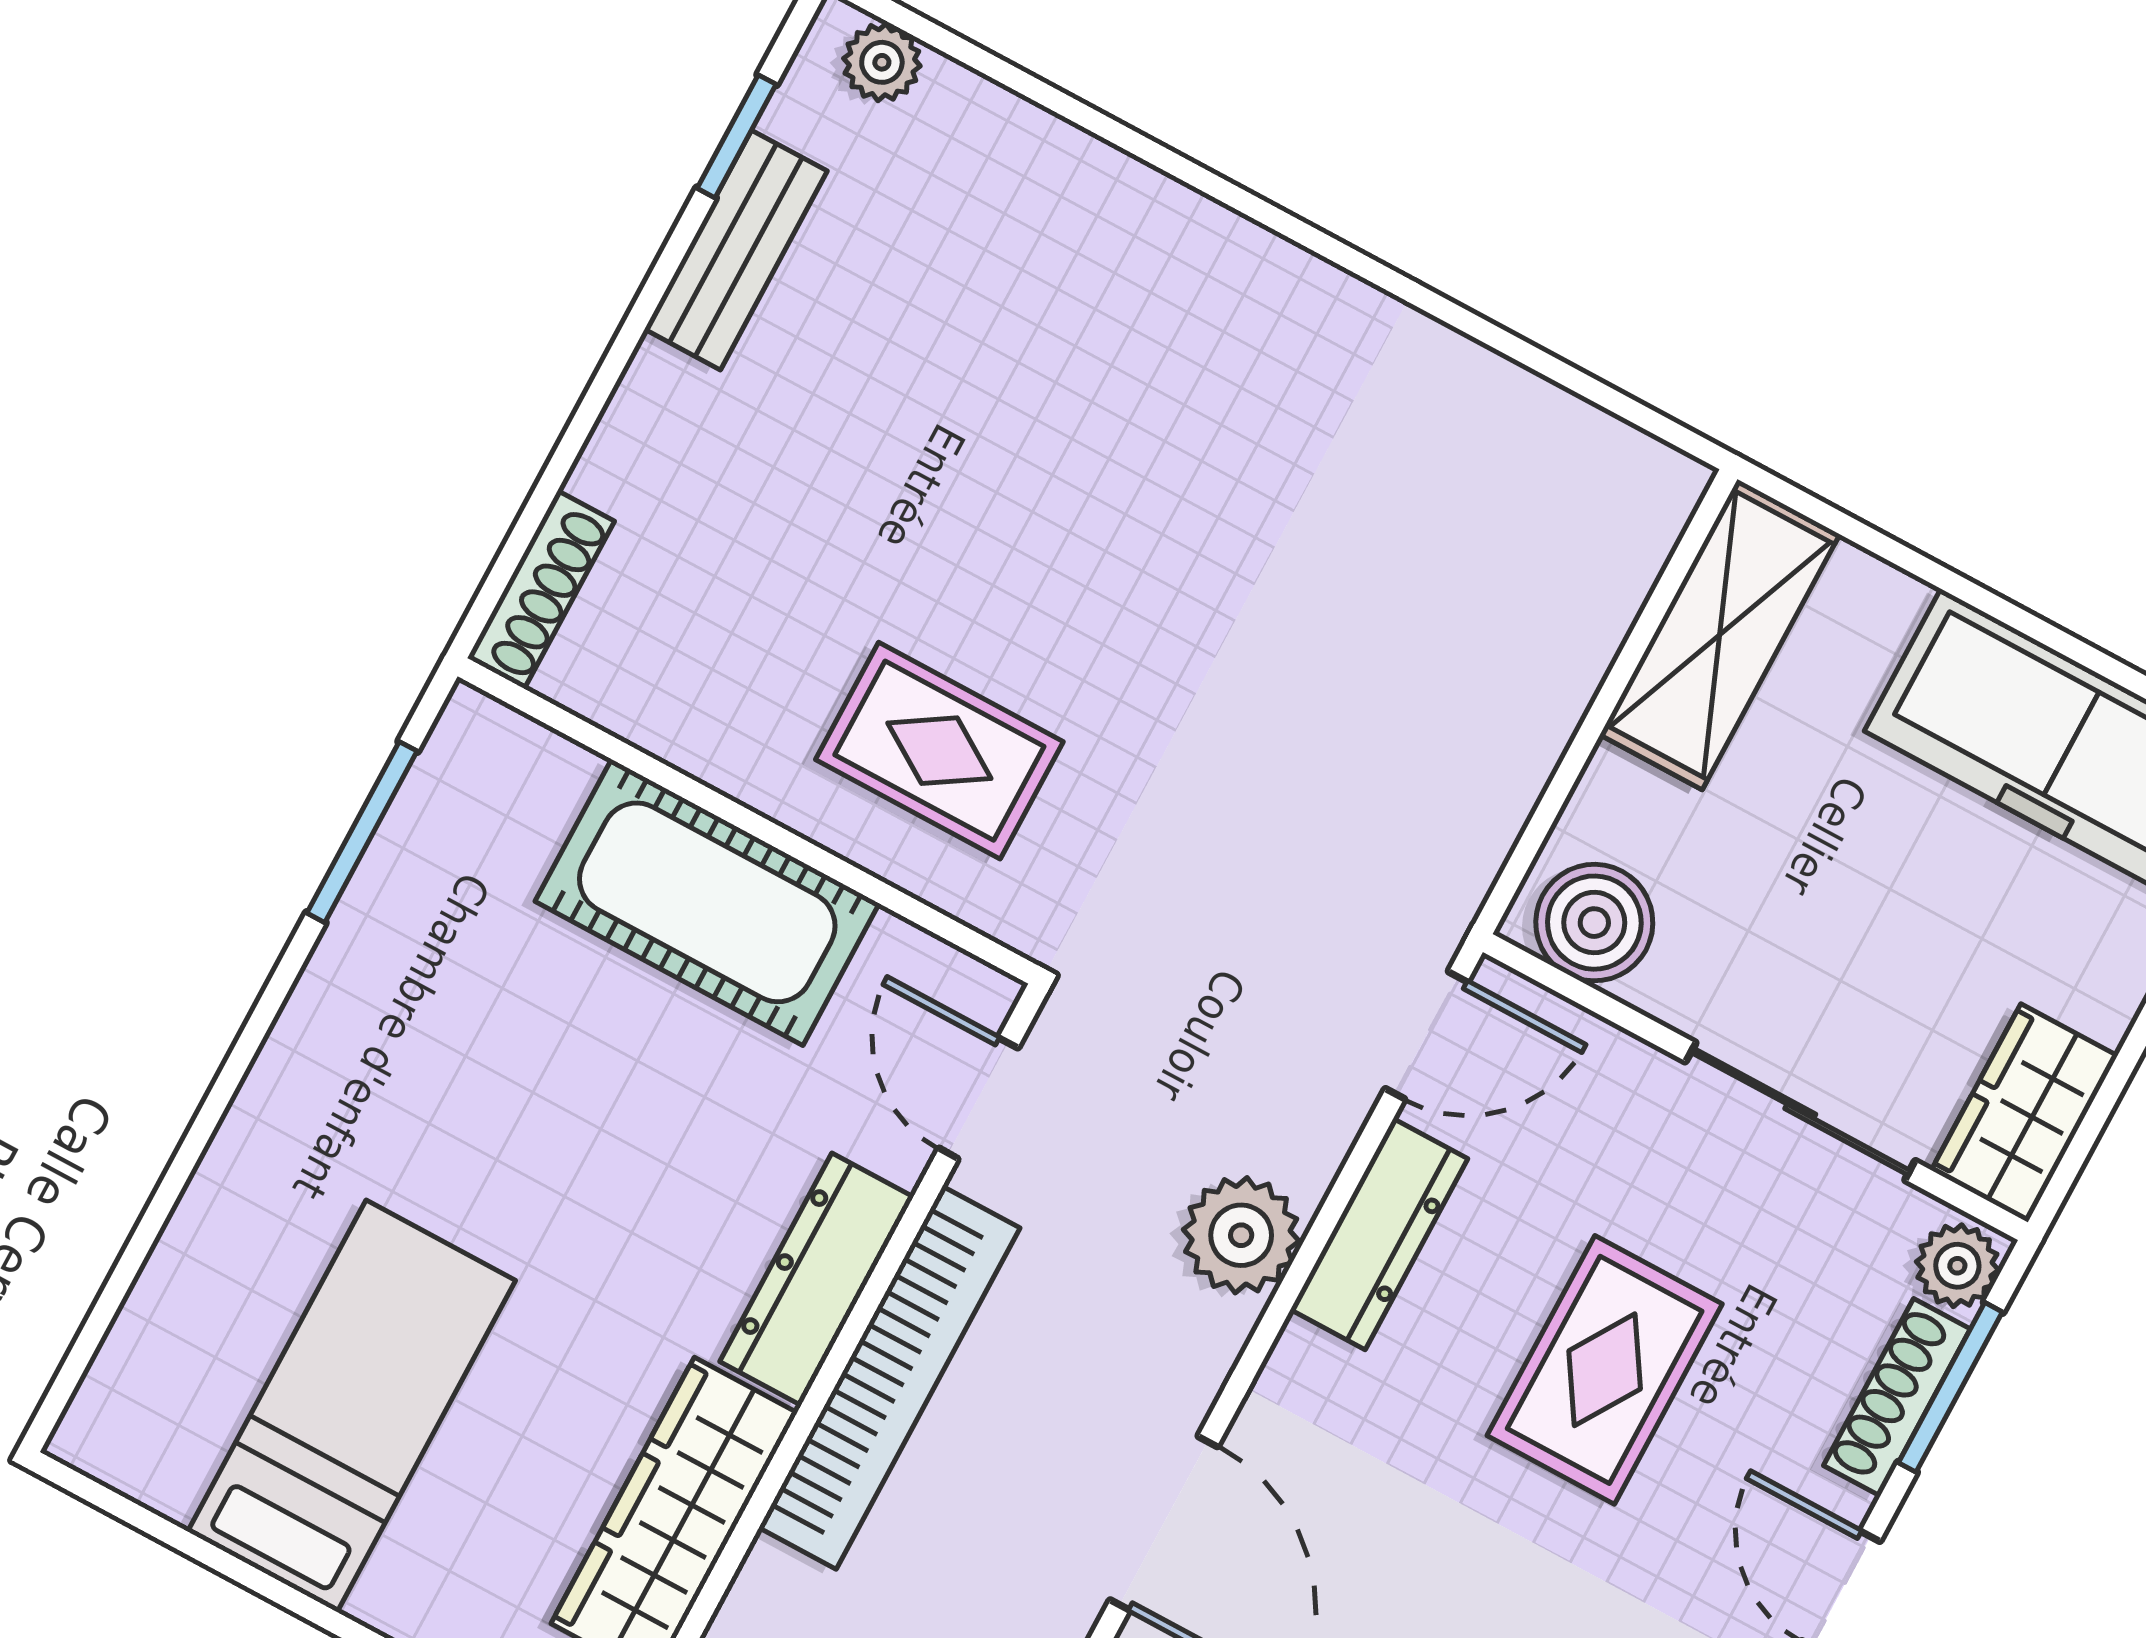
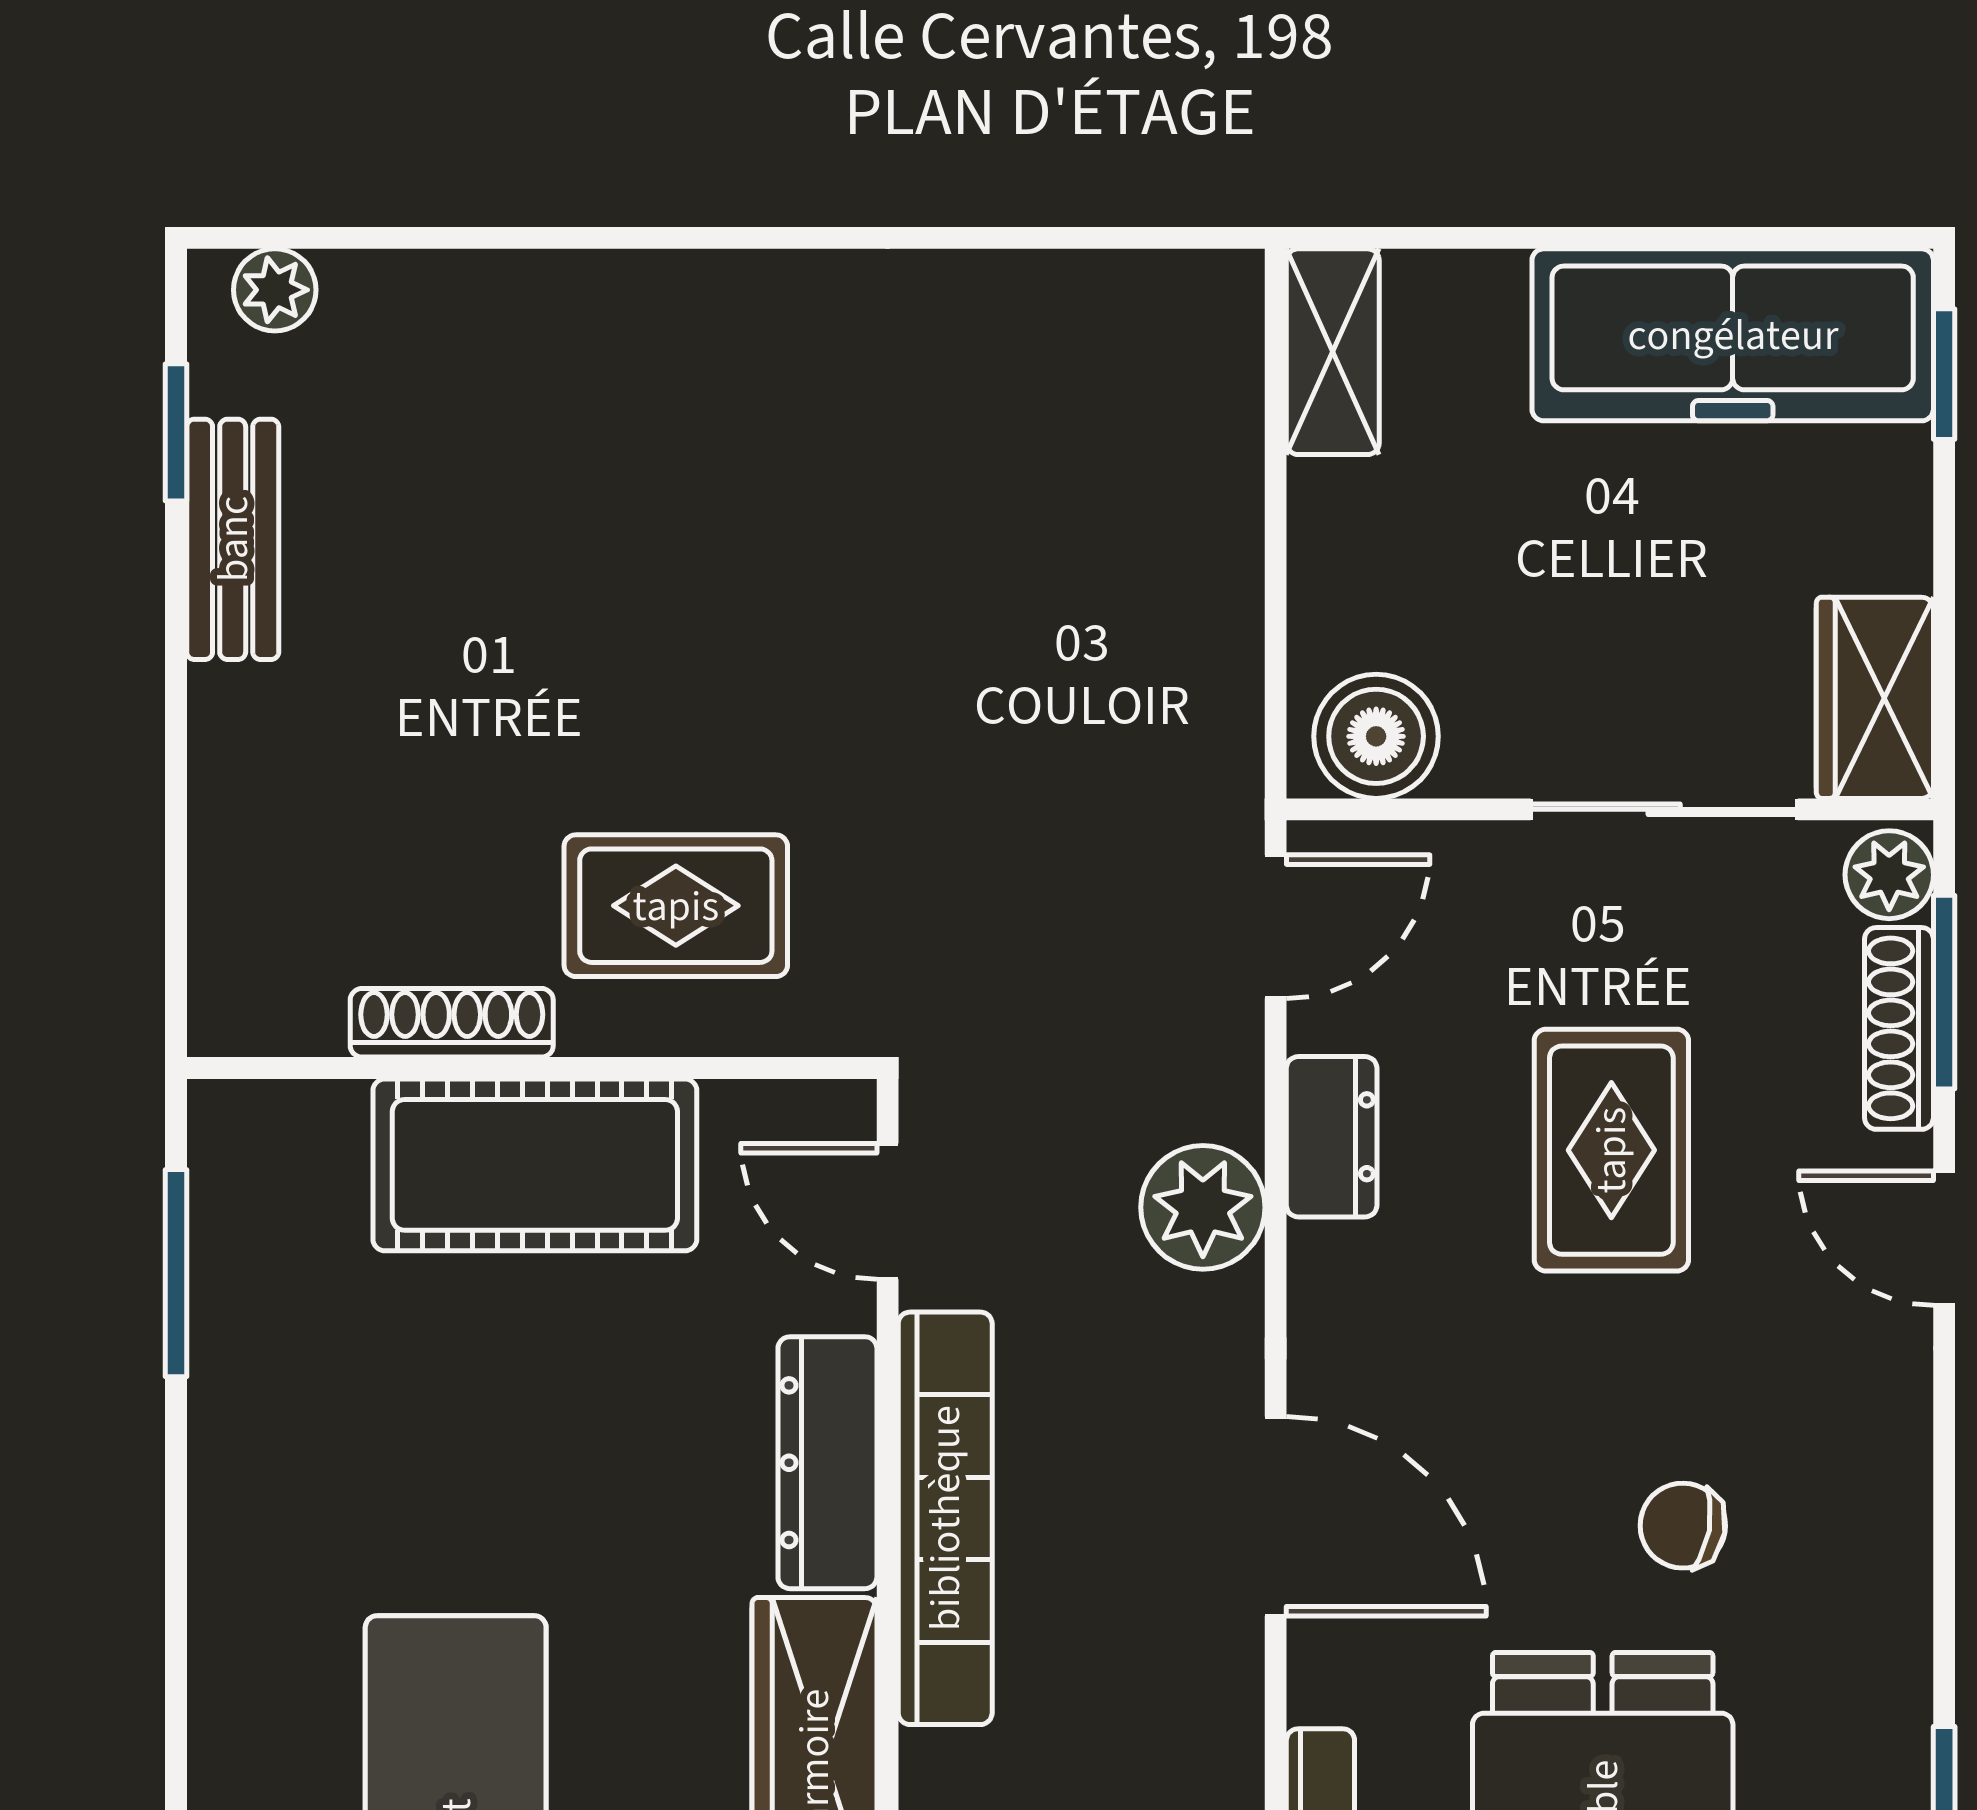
shoe rack: (541, 590) -> (452, 1023), moved, turned -90
shelving: (1720, 634) -> (1333, 352), width x0.67, depth x0.75
dresser: (1379, 1234) -> (1332, 1137), width x0.70

